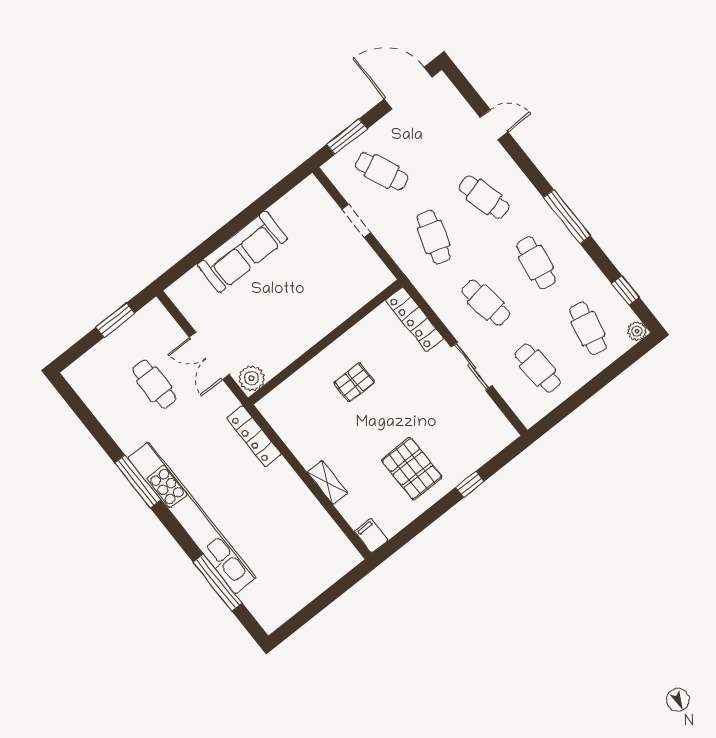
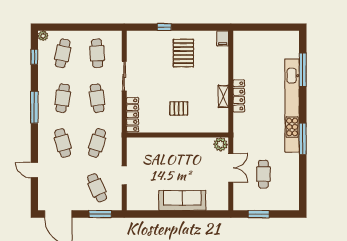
locker: (254, 436) -> (239, 96), moved
shelving: (328, 483) -> (223, 96), moved

